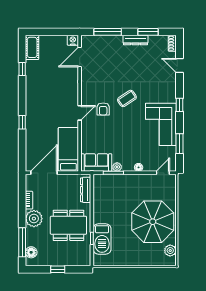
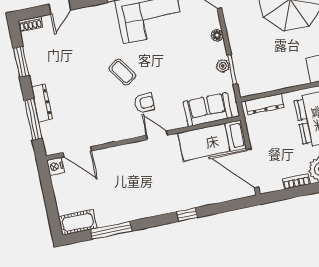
dresser: (135, 40) -> (42, 103), moved
window: (22, 69) -> (111, 230), width x2.17
sofa: (96, 163) -> (208, 110), moved, turned 90

